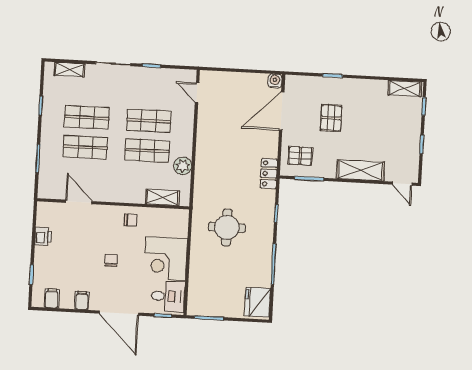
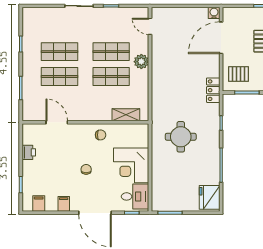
shelving: (69, 70) -> (43, 13), removed
plant: (183, 166) -> (141, 62), moved

